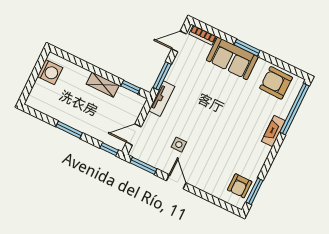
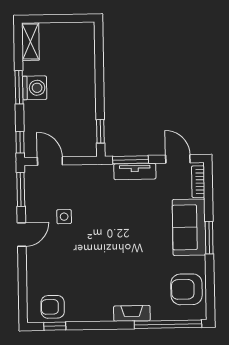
washing machine: (50, 72) -> (35, 88), moved, turned -90
armchair: (276, 83) -> (187, 289), turned -91
shelving: (103, 85) -> (30, 42), moved
tv unit: (162, 99) -> (135, 171), moved
window: (254, 191) -> (55, 326), width x0.67

